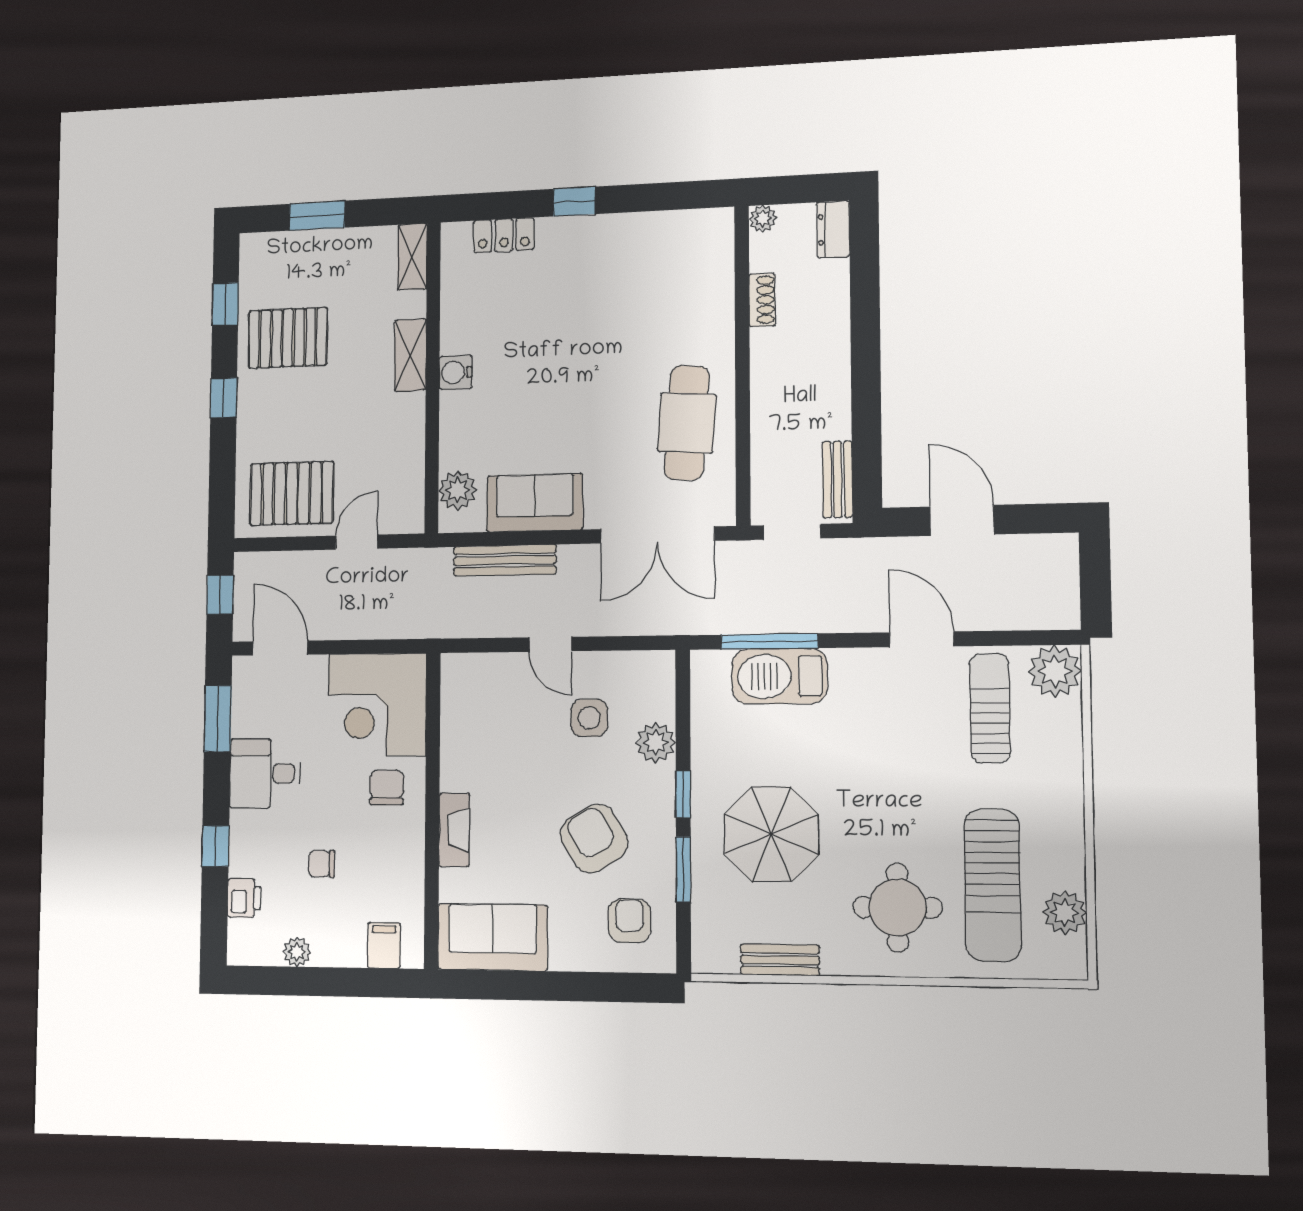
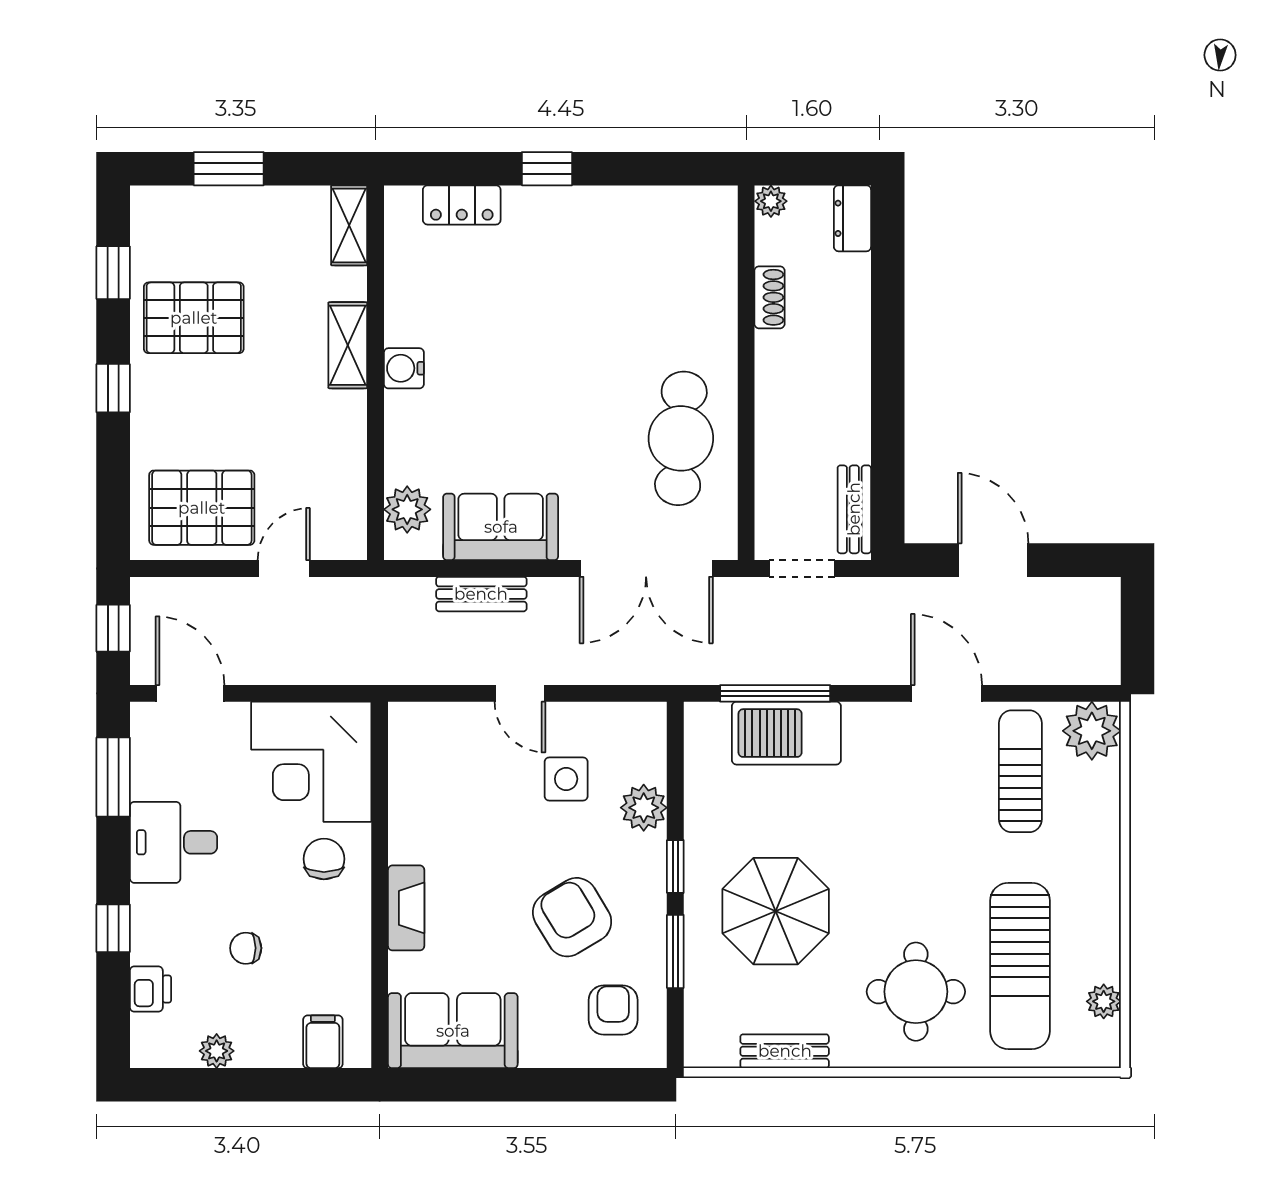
bench: (505, 560) -> (481, 594), width x0.73
plant: (1065, 912) -> (1104, 1001), width x0.73, depth x0.73

